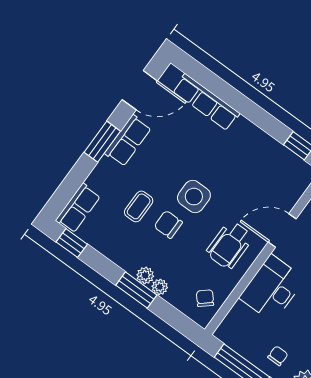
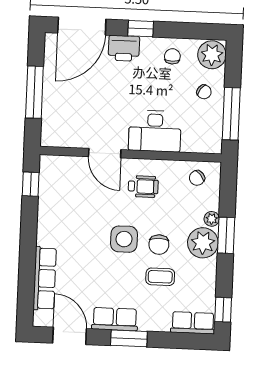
wheelchair: (230, 245) -> (143, 186), width x0.73, depth x0.73
plant: (145, 275) -> (203, 243), width x1.88, depth x1.88
chair: (278, 356) -> (204, 92), turned -144

